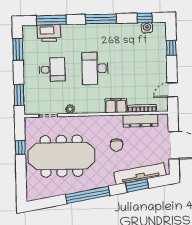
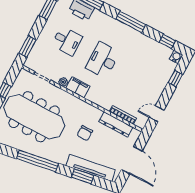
water cooler: (147, 28) -> (176, 57), moved
filing cabinet: (116, 106) -> (78, 87), moved

